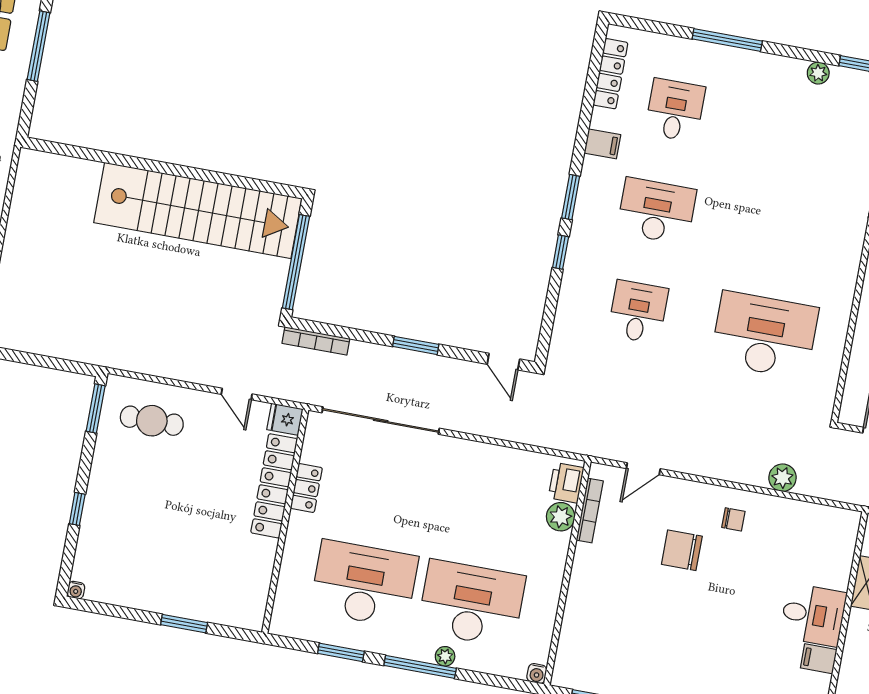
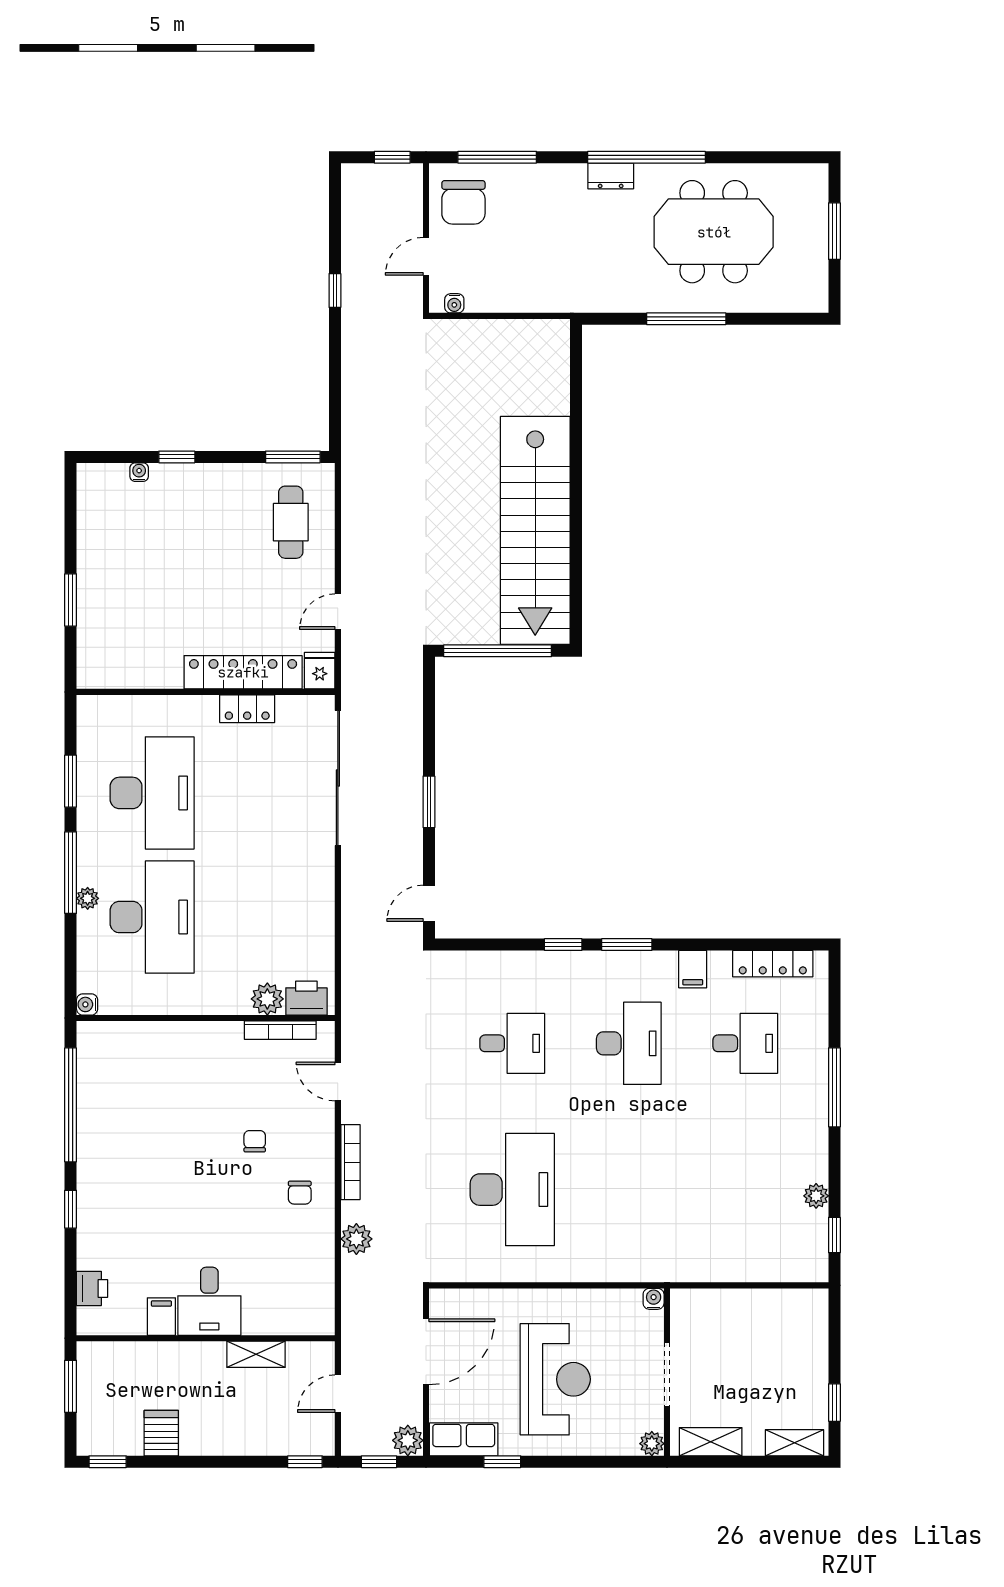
bookcase: (316, 341) -> (350, 1162), moved, turned 180
chair: (682, 550) -> (255, 1141), width x0.54, depth x0.54
water cooler: (76, 590) -> (139, 472), moved, turned 90

